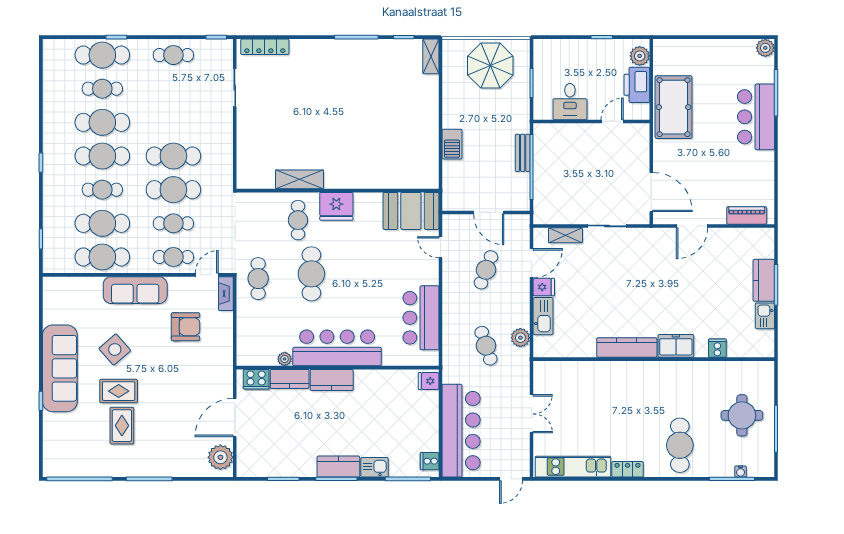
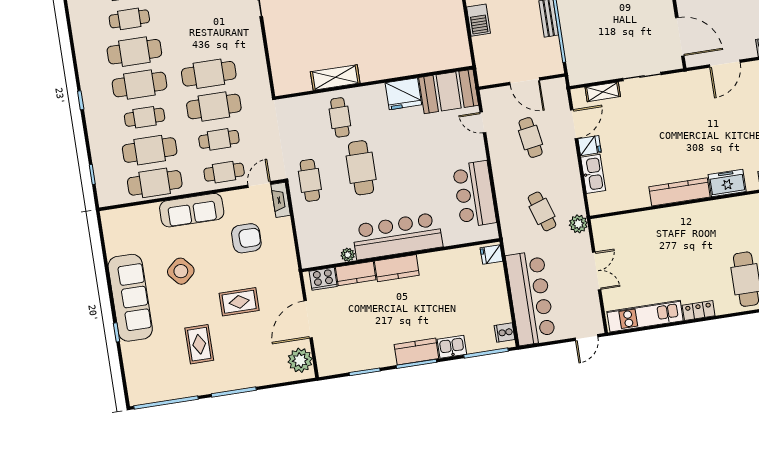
fridge: (336, 206) -> (403, 94), moved
cafe table: (486, 270) -> (531, 137), turned -30
plant: (520, 338) -> (578, 224), moved
rug: (119, 391) -> (239, 302), moved

